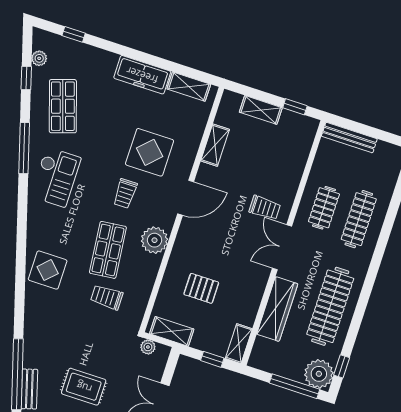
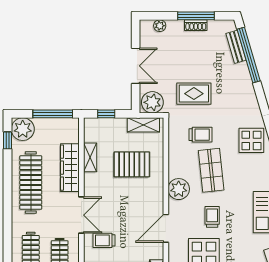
pallet: (201, 288) -> (132, 164), width x1.50, depth x1.42
shelving: (239, 344) -> (90, 157), moved
plant: (148, 347) -> (152, 102), width x1.87, depth x1.87
window: (295, 386) -> (53, 114), moved
rug: (84, 387) -> (194, 94), moved

